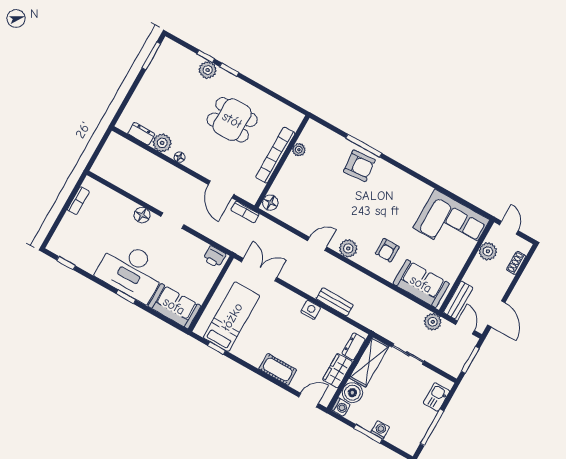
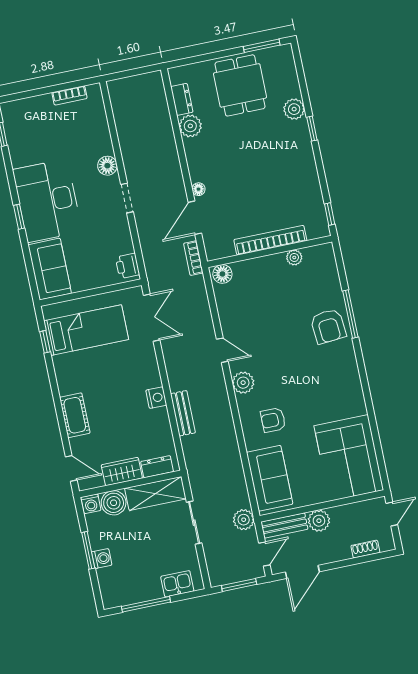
window: (206, 56) -> (330, 214), moved
dining table: (232, 120) -> (240, 85), moved
floor lamp: (180, 157) -> (198, 189), moved
plant: (488, 251) -> (319, 521), moved

